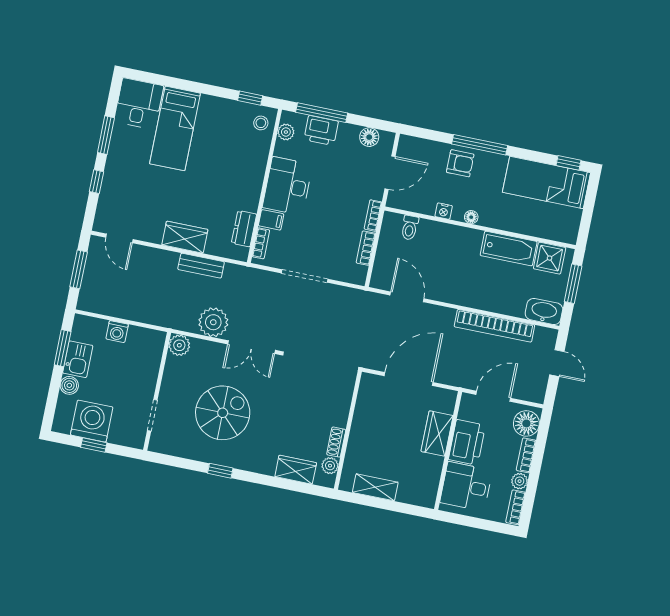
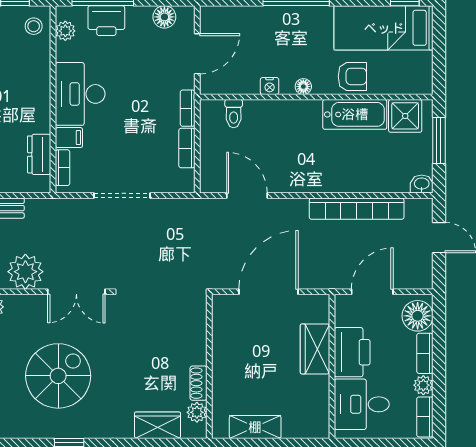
armchair: (460, 163) -> (352, 76), moved
washbasin: (544, 311) -> (422, 184), width x0.52, depth x0.69

